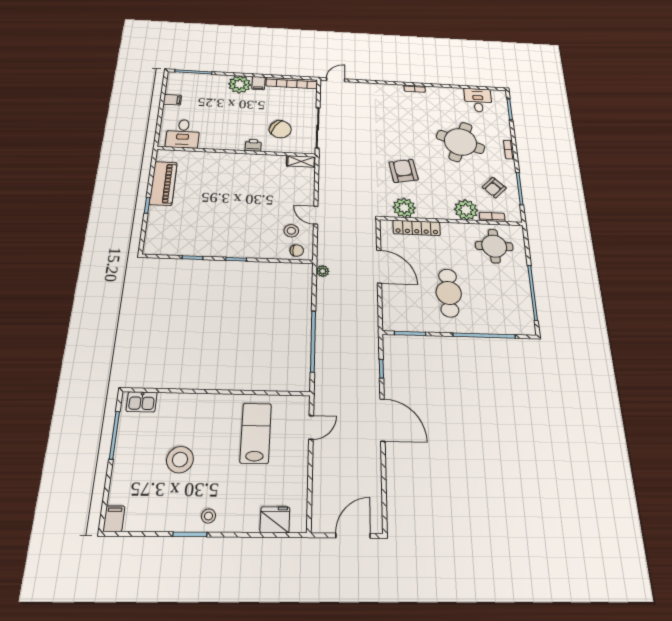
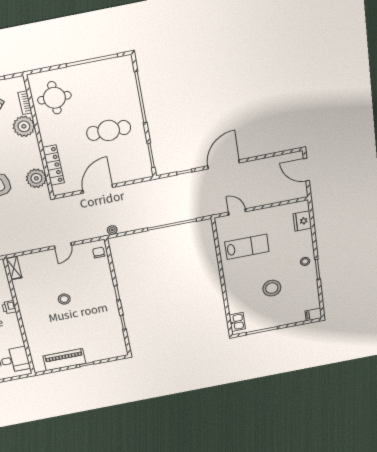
stool: (291, 231) -> (64, 299), moved
lab bench: (256, 433) -> (247, 247), turned 180

